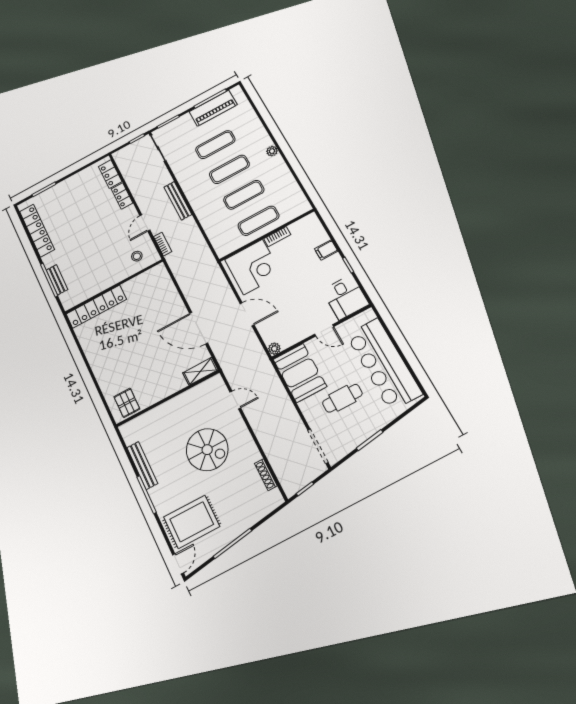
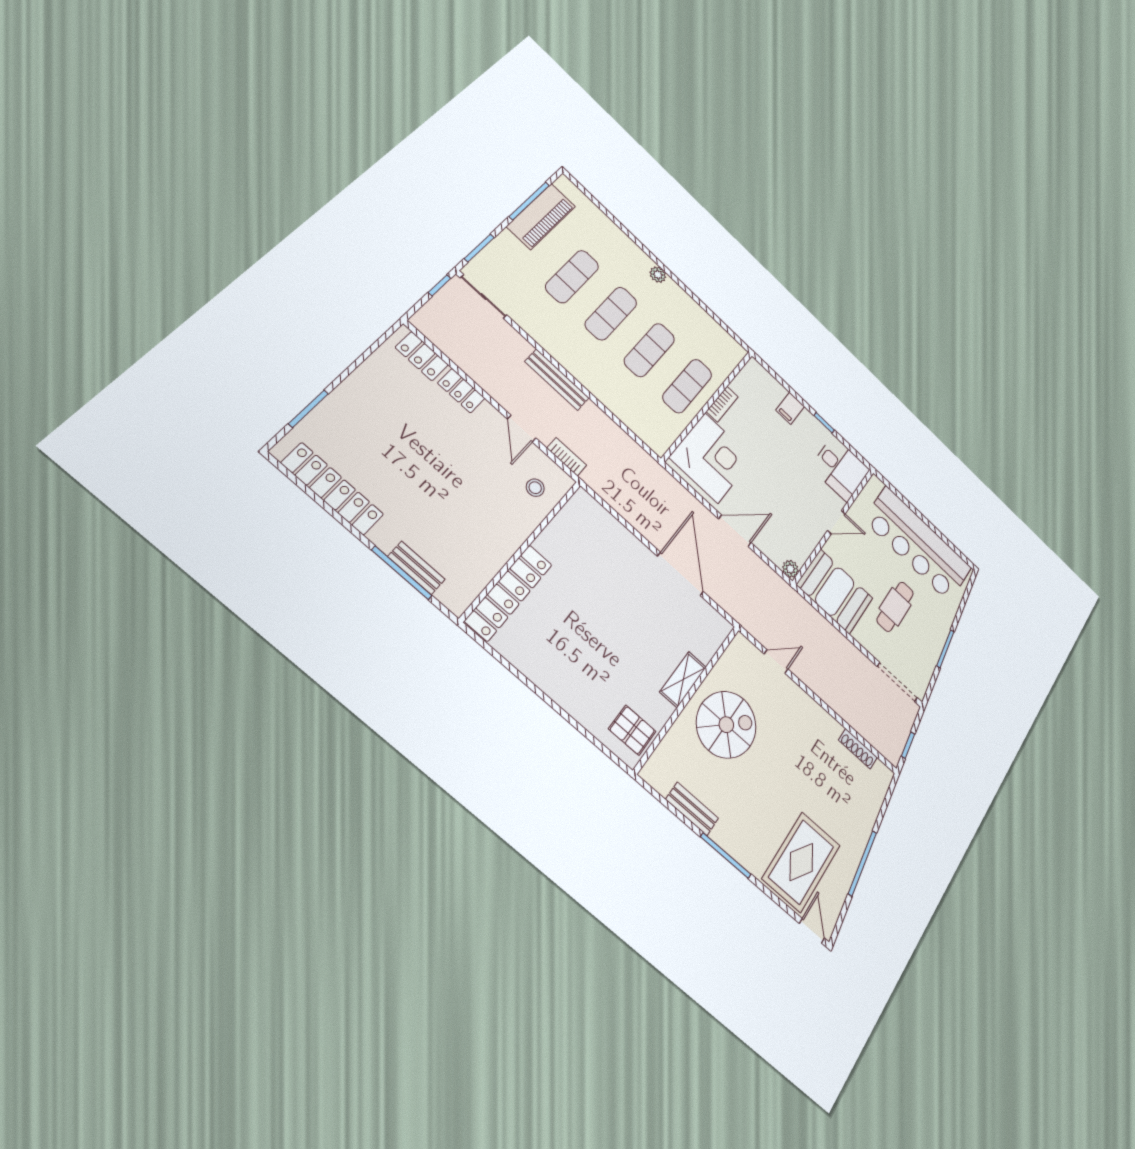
door: (199, 328) -> (680, 574), swing flipped
shelving: (200, 371) -> (683, 680), moved
spiral stairs: (207, 450) -> (726, 725), moved
bench: (142, 465) -> (692, 809), width x0.73

